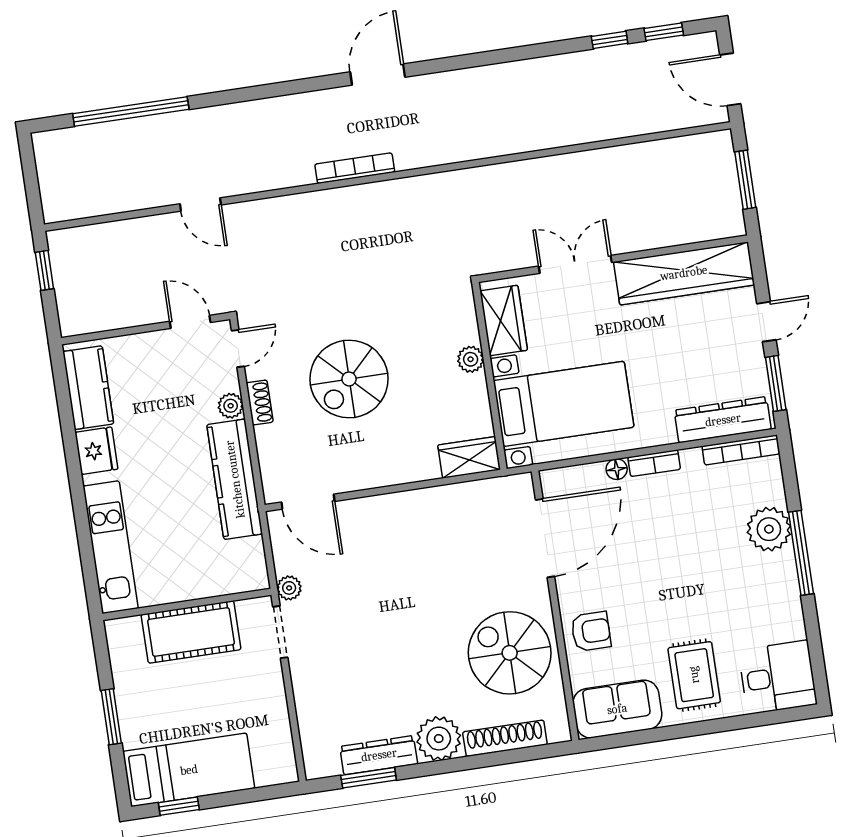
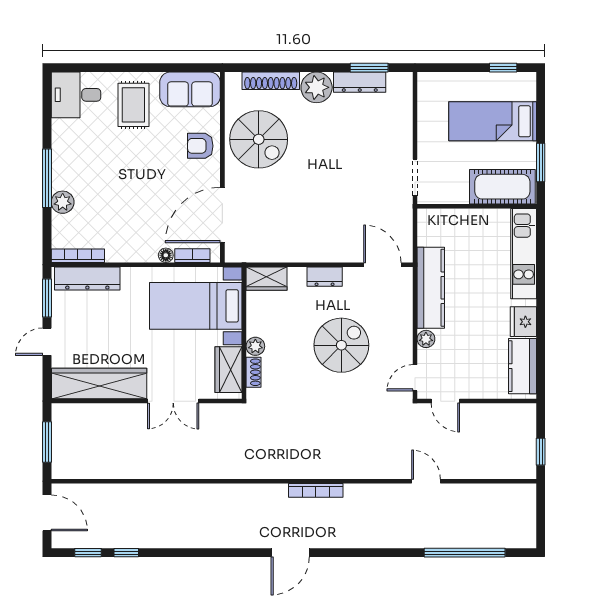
shoe rack: (260, 402) -> (253, 372), moved, turned 180
bookcase: (654, 463) -> (192, 256), moved
dresser: (387, 472) -> (325, 277), added
plant: (769, 529) -> (63, 202), width x0.73, depth x0.73
plant: (289, 588) -> (404, 207), removed
cot: (191, 632) -> (502, 187), moved
window: (111, 717) -> (541, 162), moved
bed: (189, 770) -> (493, 121), moved

